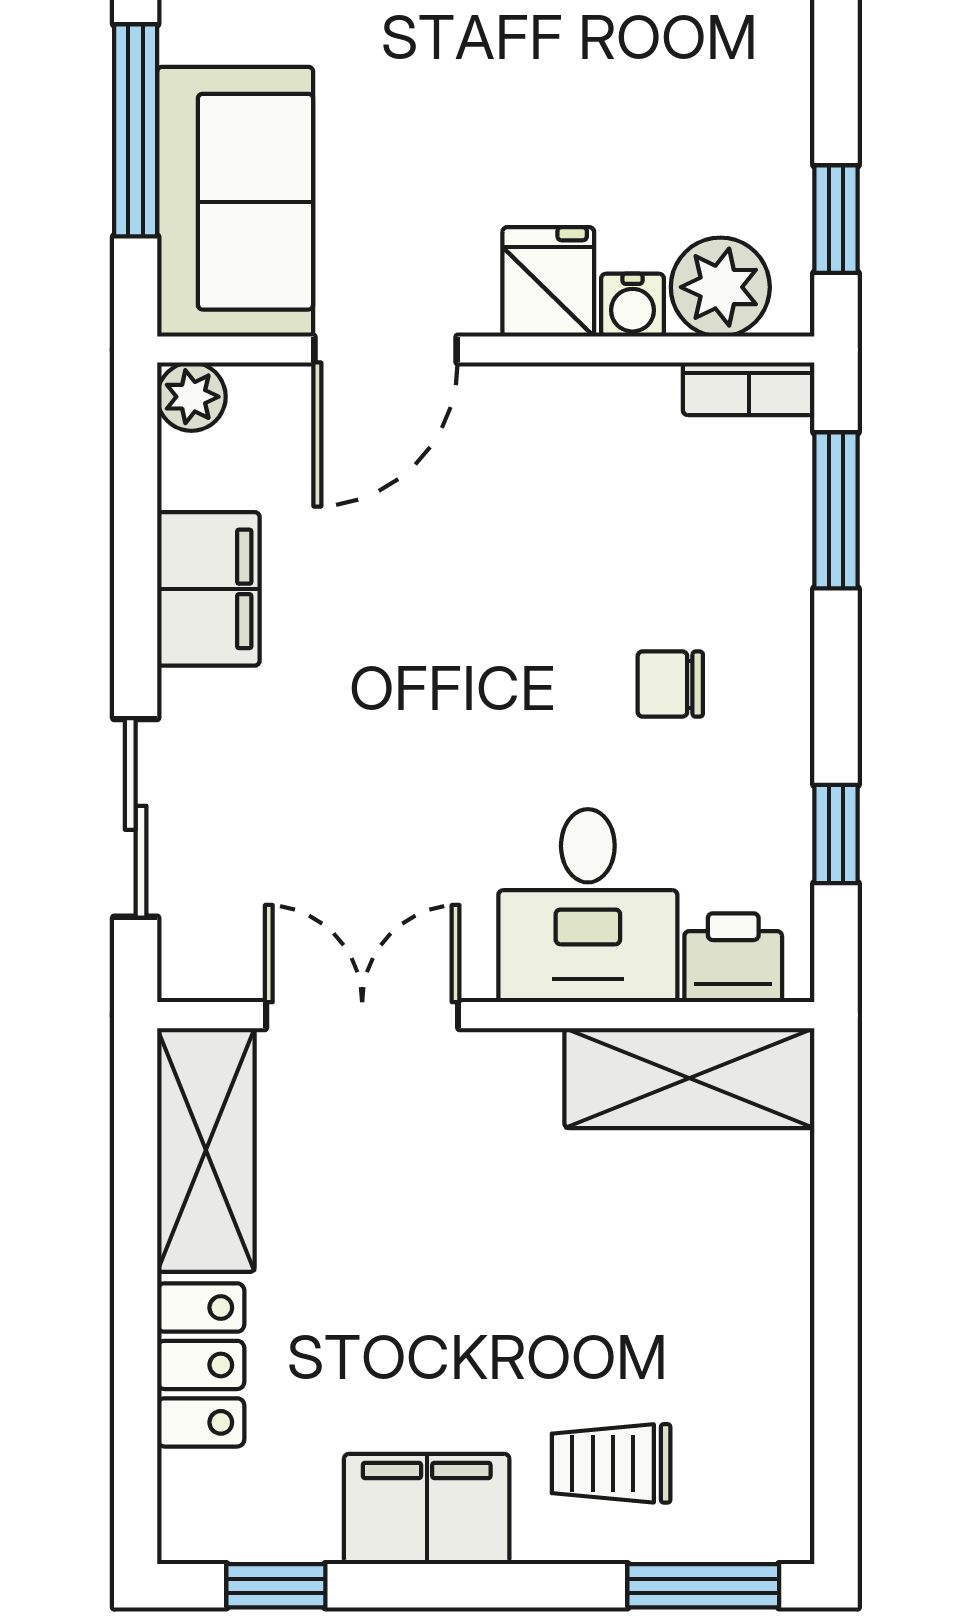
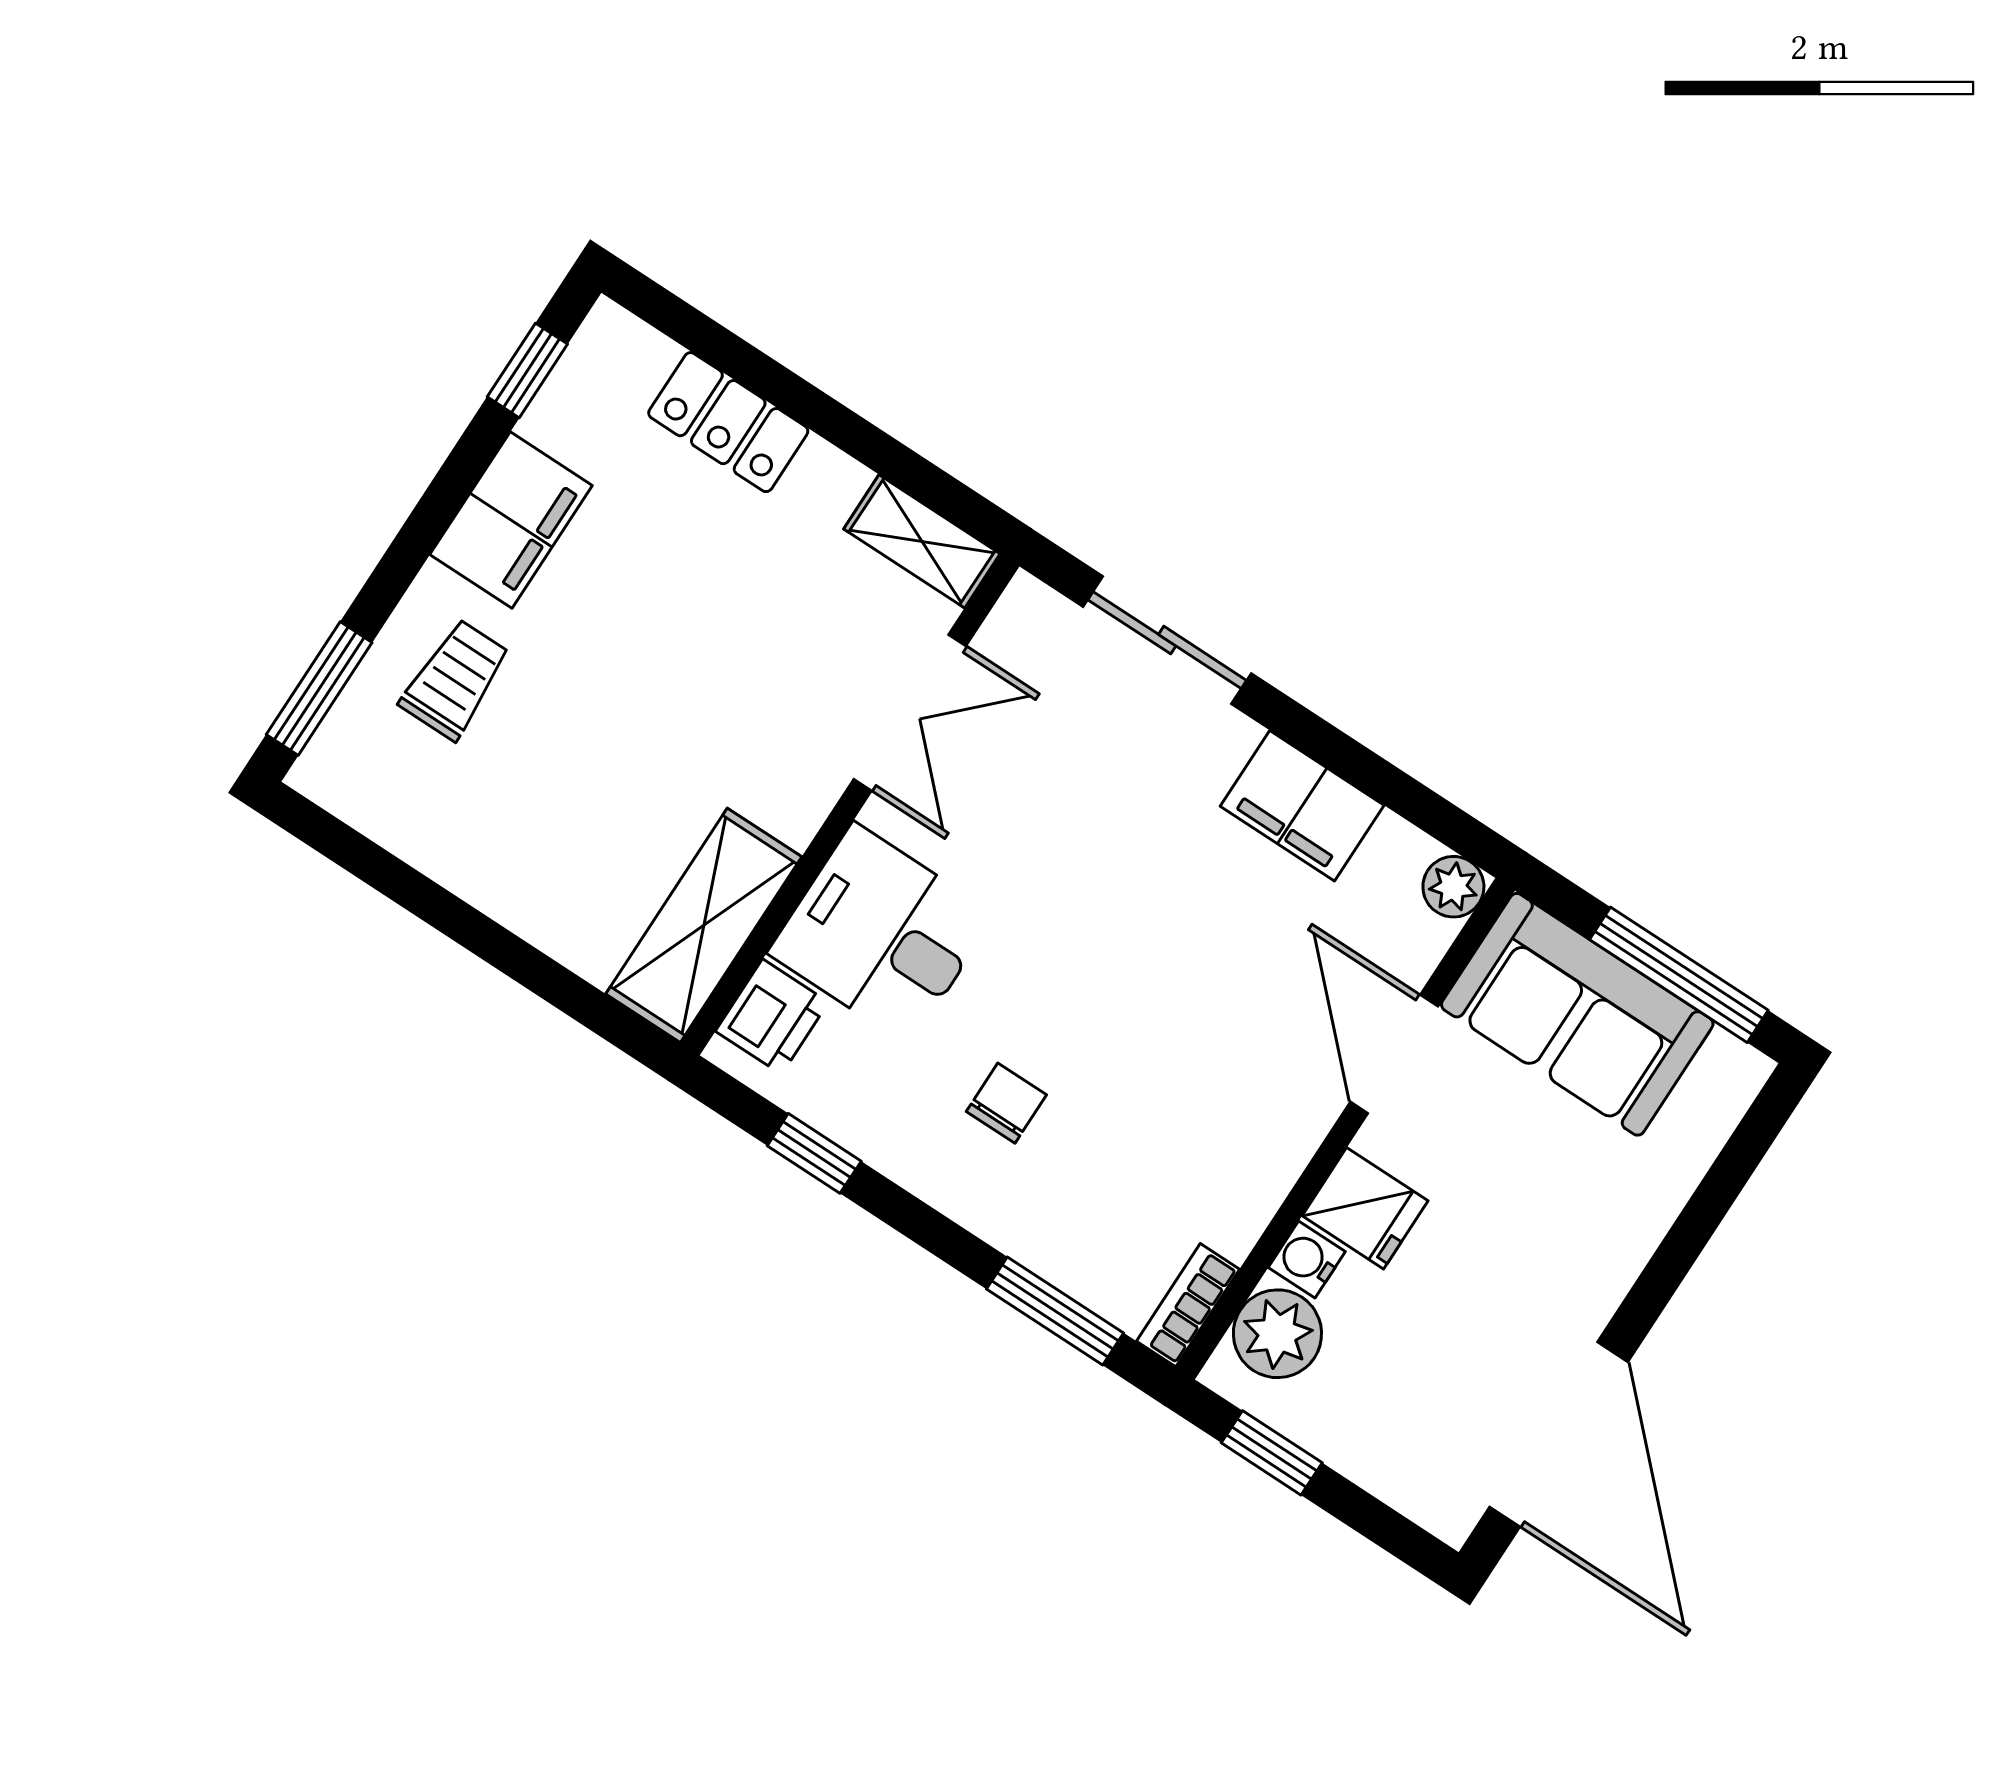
shelving: (206, 1150) -> (922, 541), width x0.67, depth x0.75

